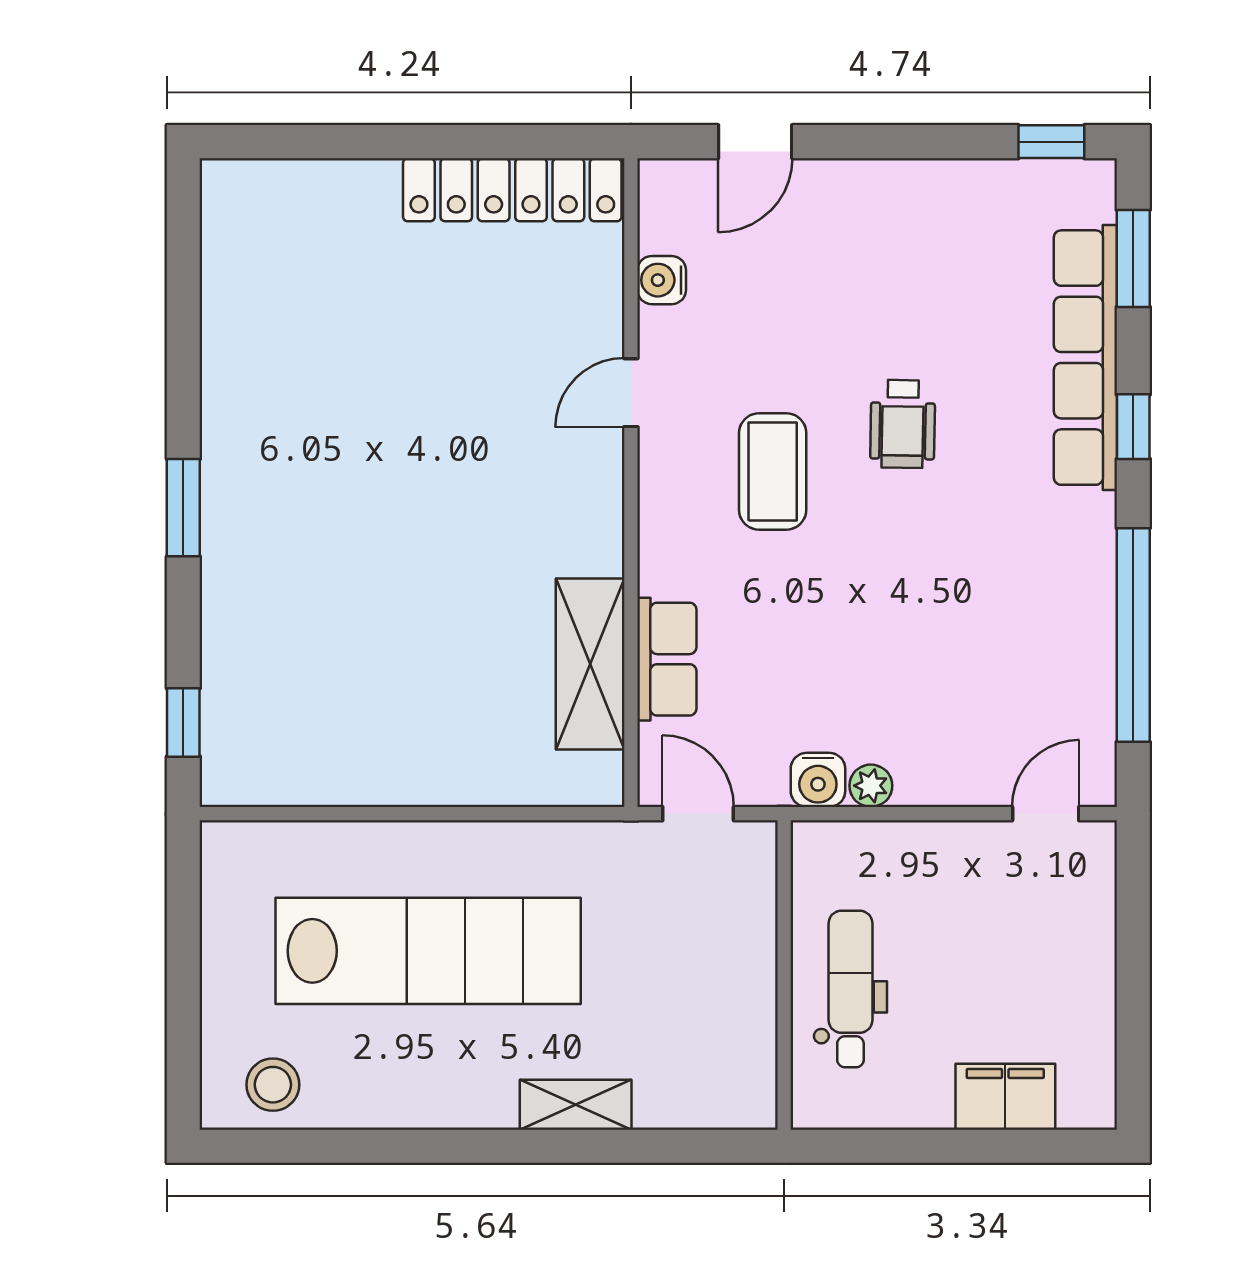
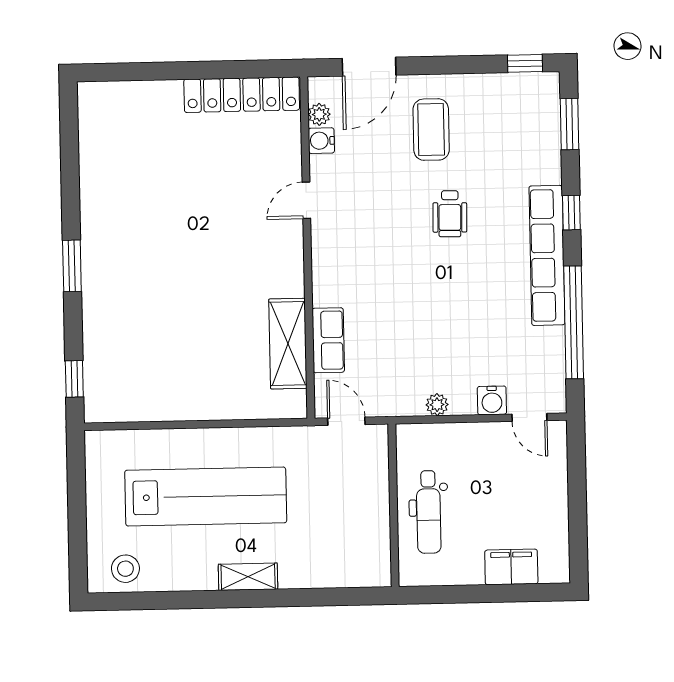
door: (755, 142) -> (369, 67), width x1.38
plant: (659, 230) -> (319, 114), added
row of seats: (1085, 358) -> (547, 255), moved
coffee table: (773, 471) -> (431, 130), moved
water cooler: (818, 780) -> (492, 400), moved
door: (1046, 814) -> (529, 417), swing flipped
dental chair: (850, 989) -> (429, 512), turned 180
shelving: (576, 1105) -> (248, 577), moved

